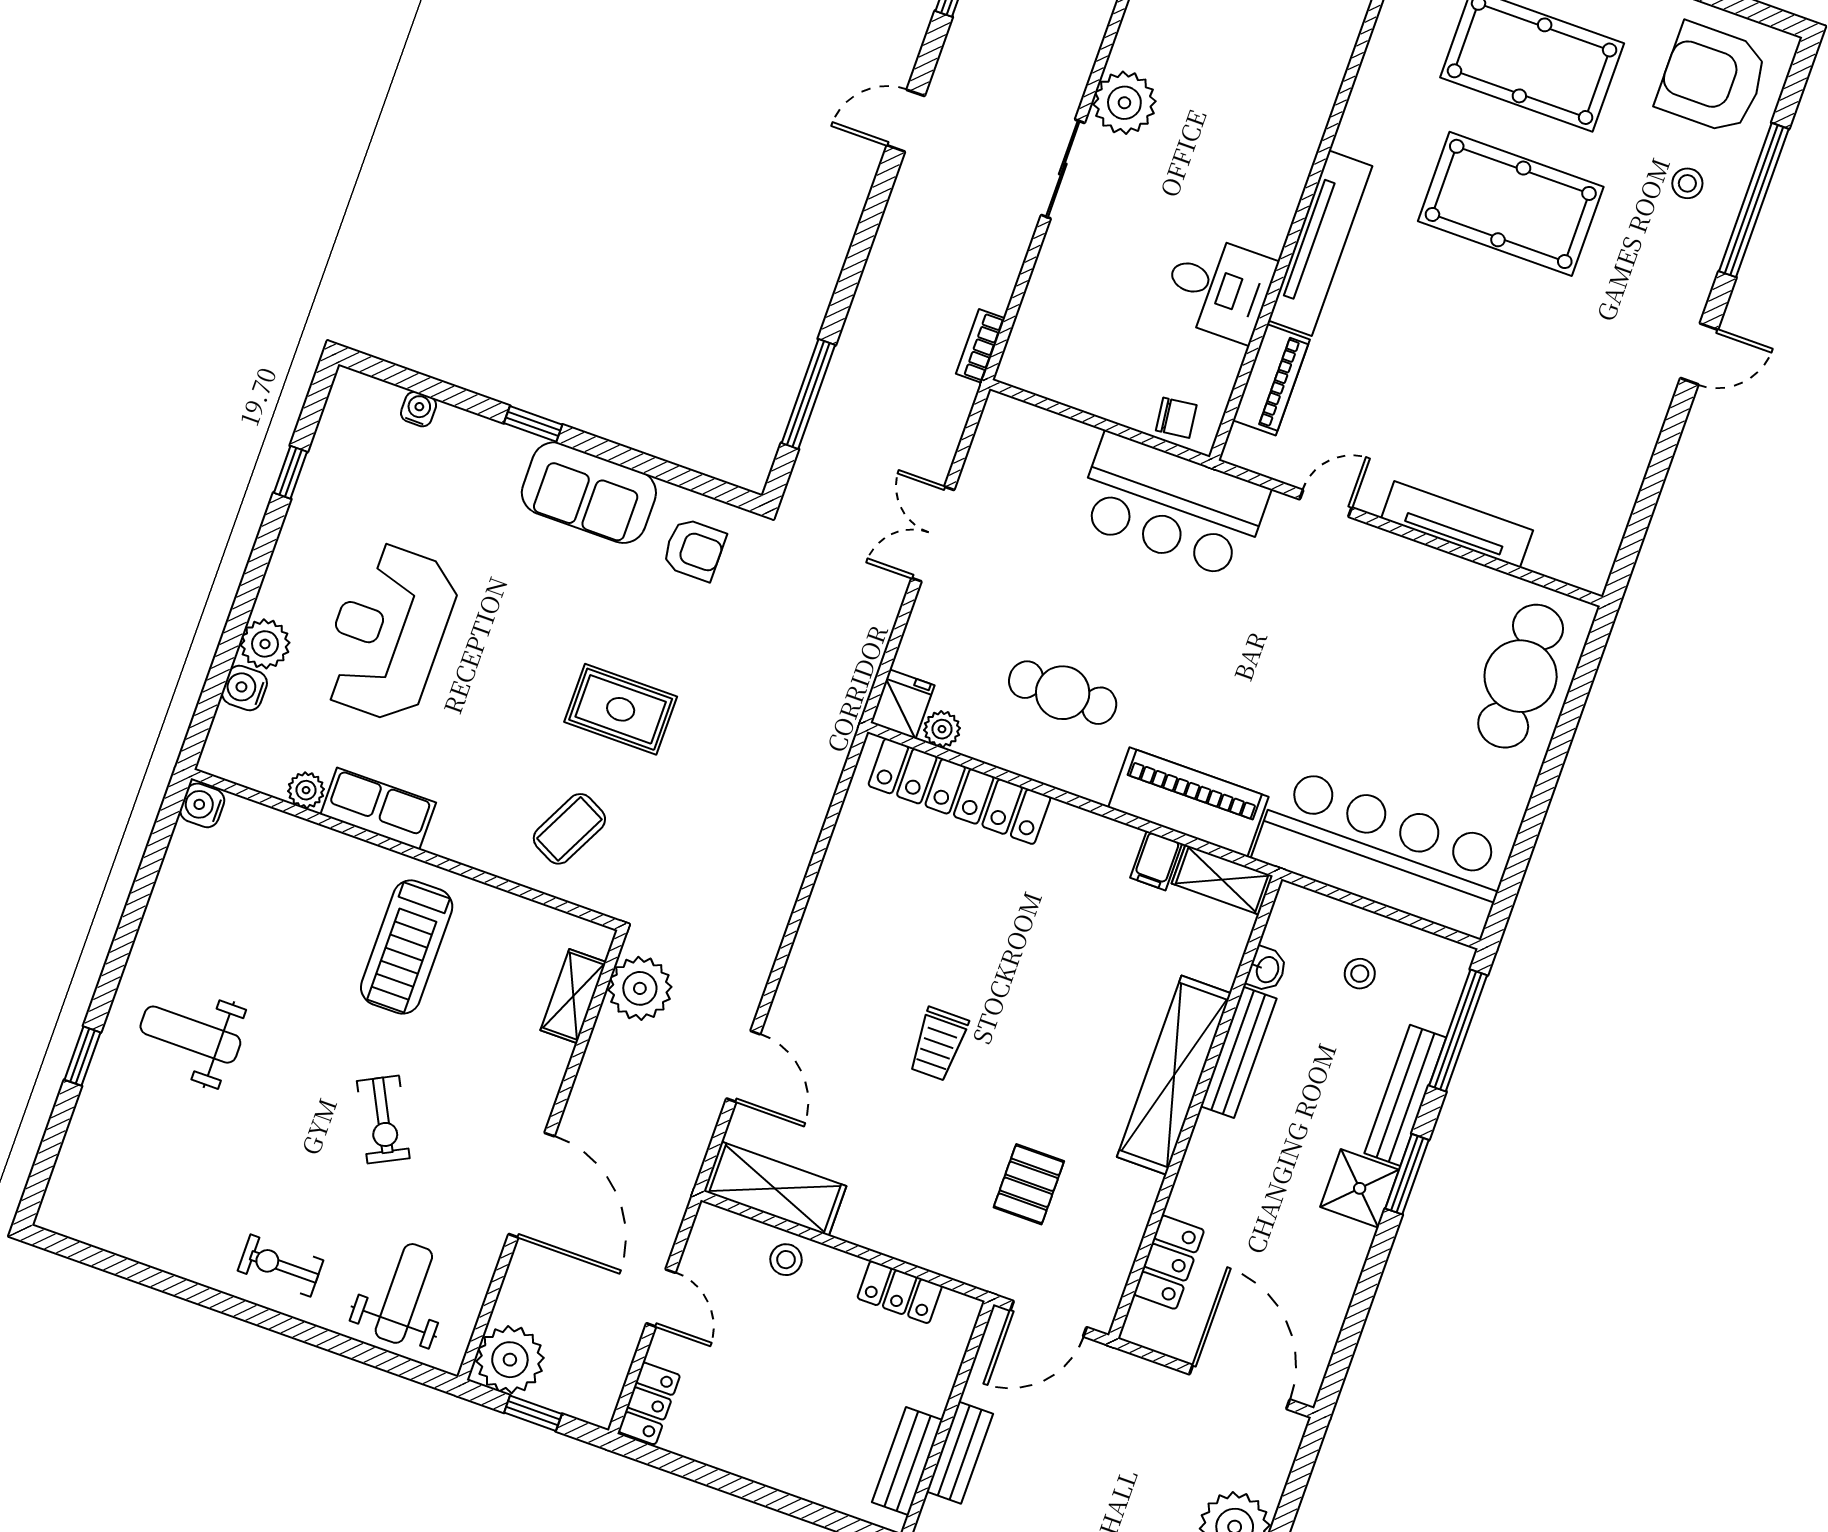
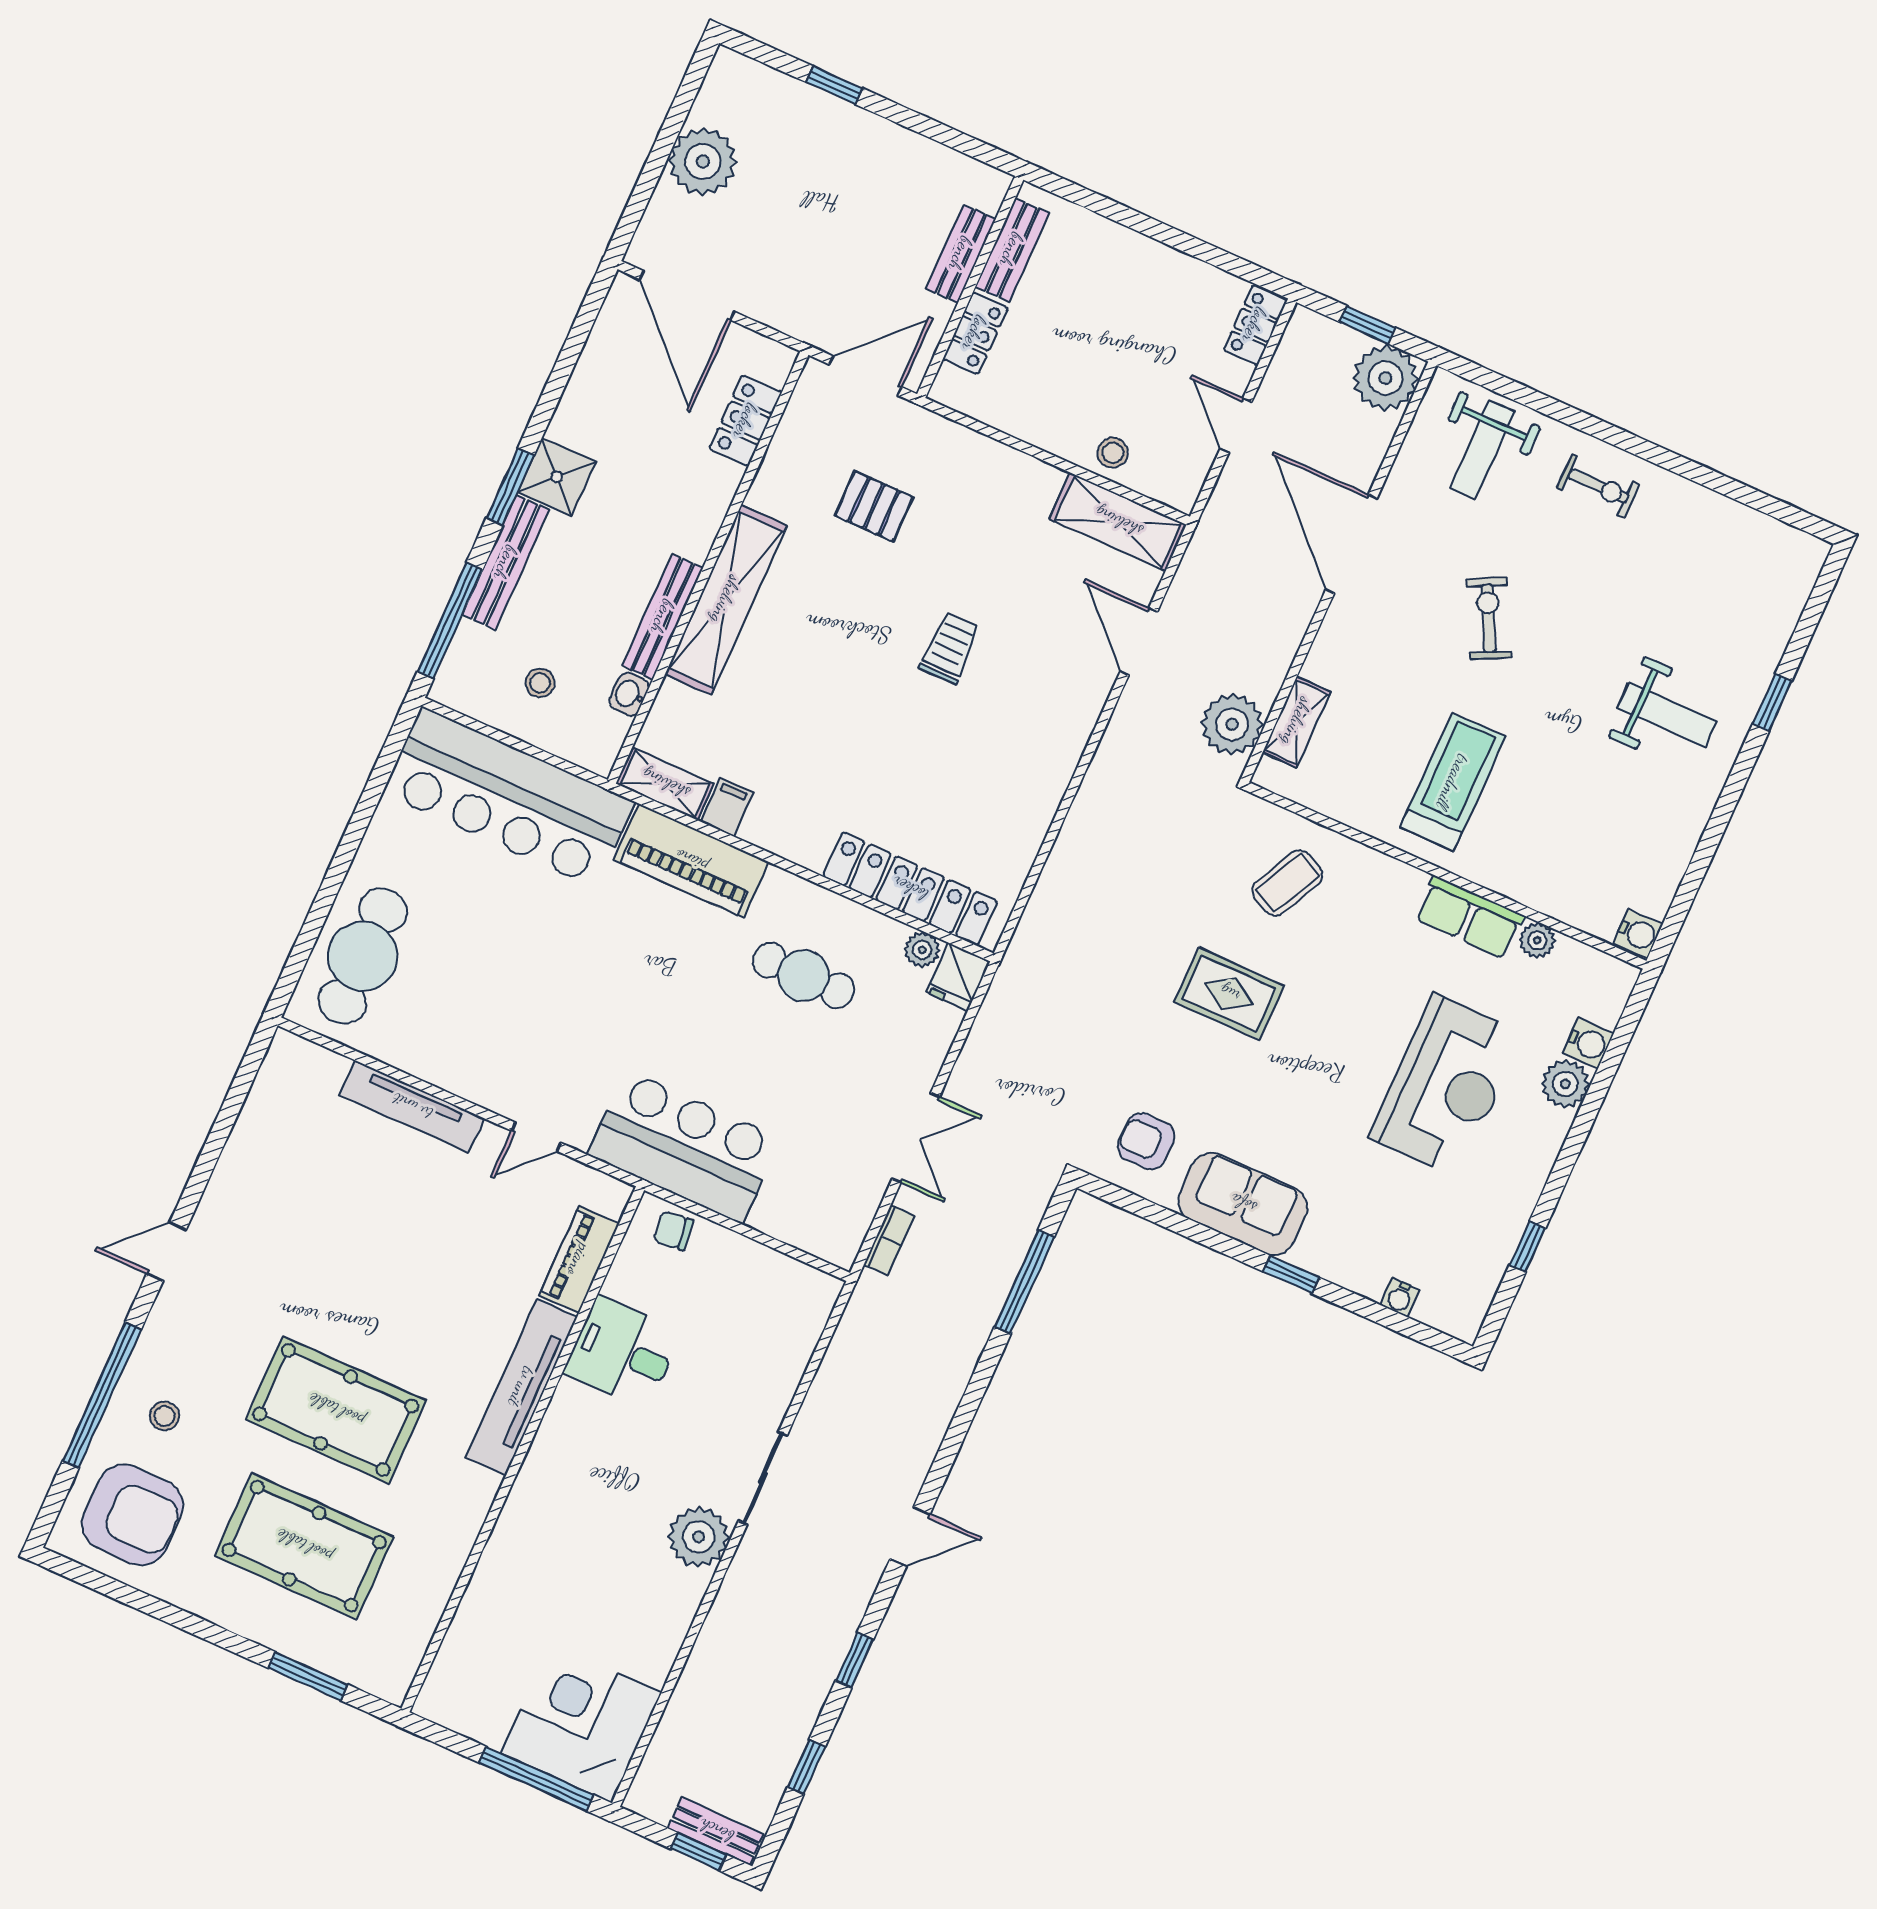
bookcase: (980, 346) -> (889, 1240), moved
pallet: (1029, 1184) -> (874, 506), turned 90
locker: (900, 1292) -> (975, 333), moved, turned 90

